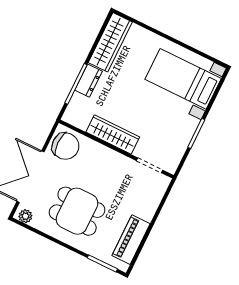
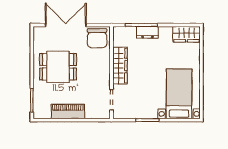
wardrobe: (110, 42) -> (186, 34), width x0.67
dining table: (77, 211) -> (58, 67), turned 90
plant: (25, 216) -> (38, 34), removed
piano: (131, 240) -> (68, 111), moved

